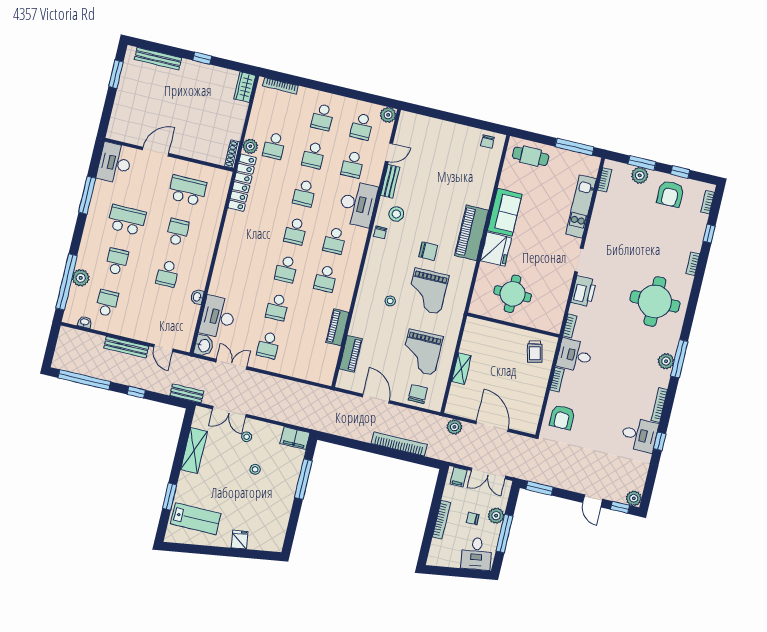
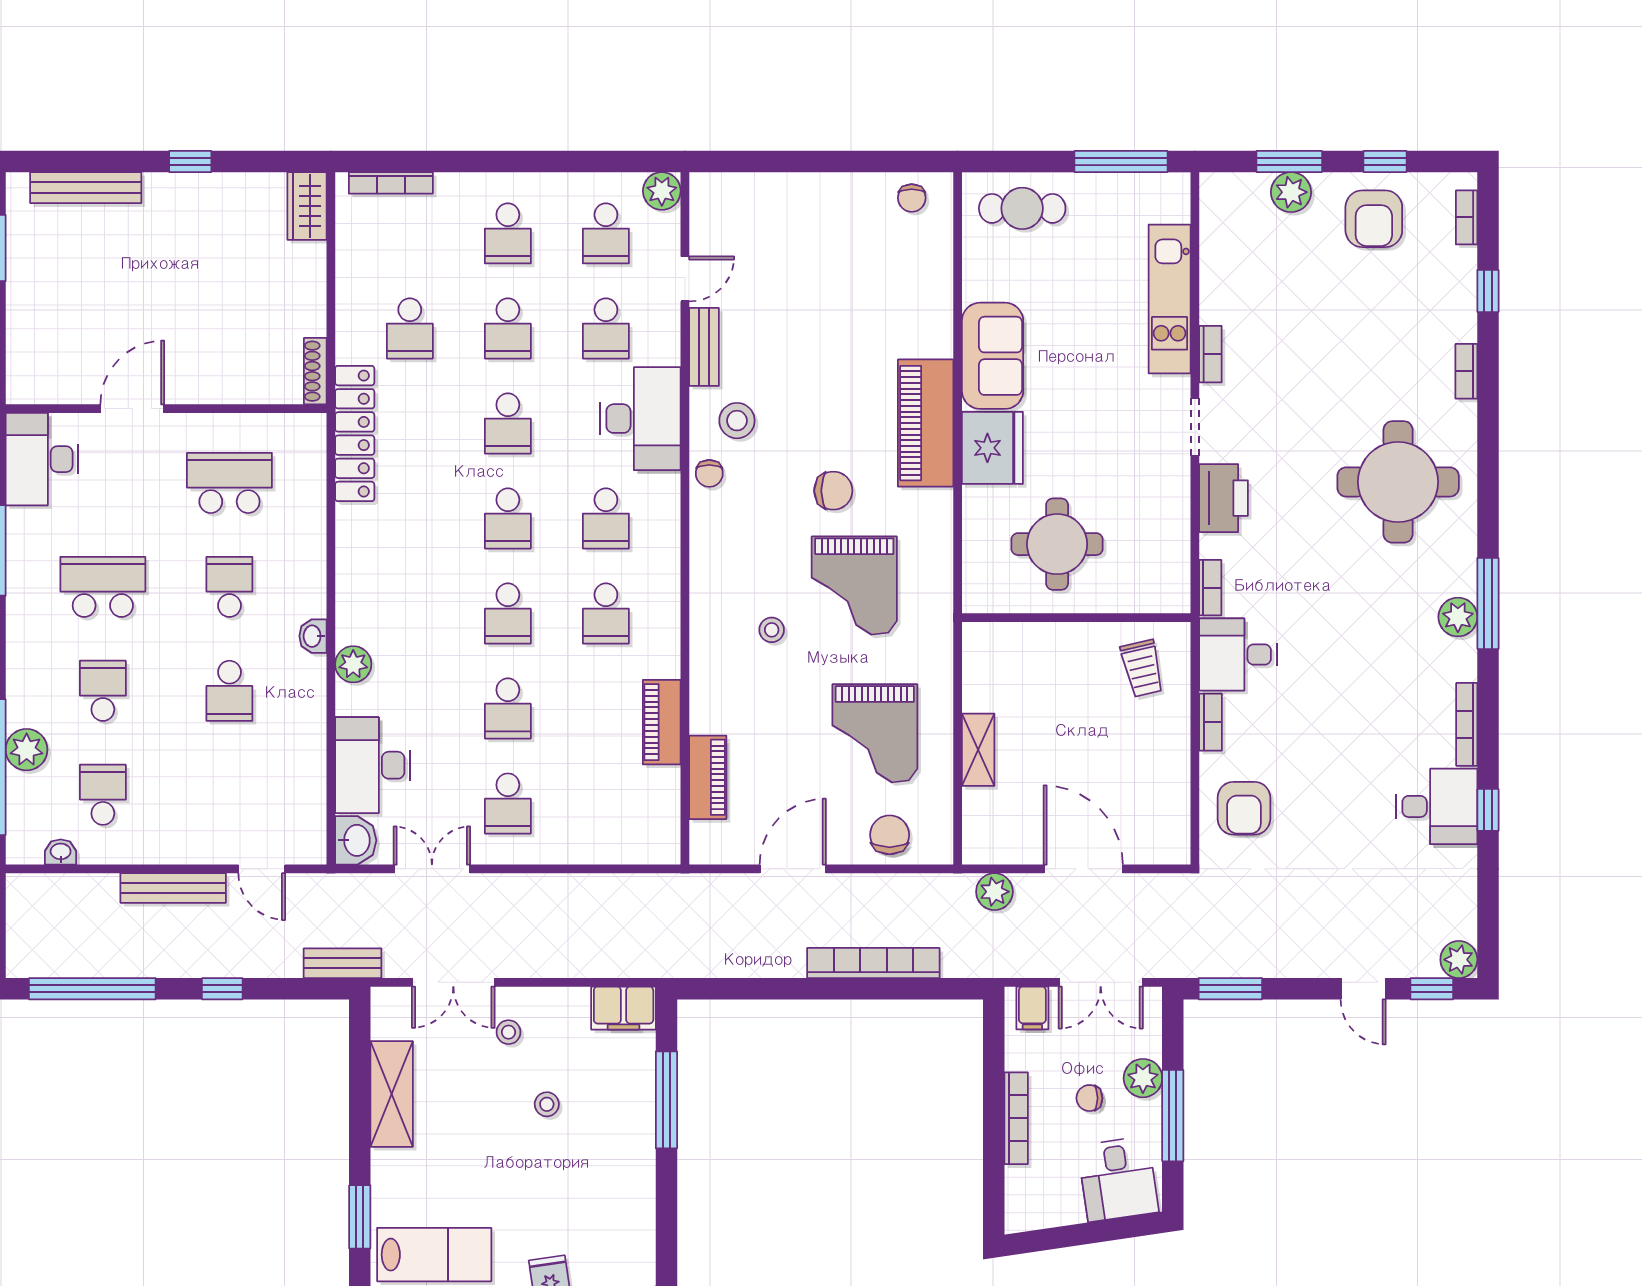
plant: (250, 146) -> (353, 664), moved
bookcase: (605, 180) -> (1210, 354), moved
washbasin: (197, 297) -> (313, 636), moved
door: (376, 399) -> (793, 869), hinge flipped

